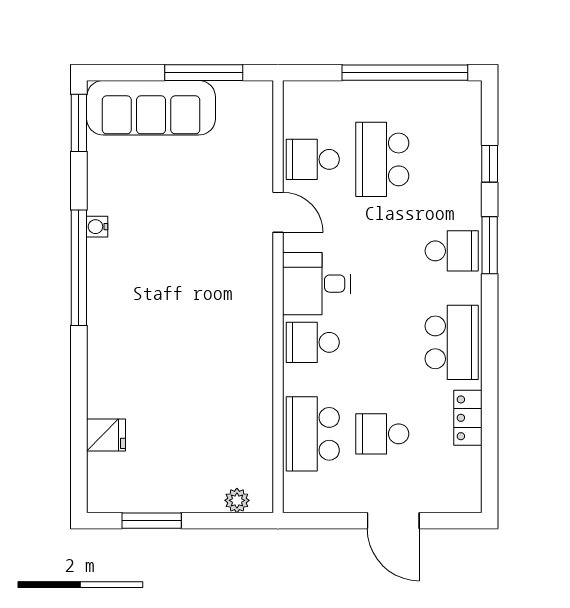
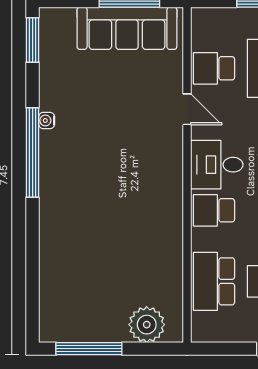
sofa: (151, 108) -> (127, 28), moved
fridge: (106, 435) -> (54, 282), removed
plant: (237, 500) -> (147, 325), width x1.88, depth x1.88
window: (152, 521) -> (89, 349), width x1.44

